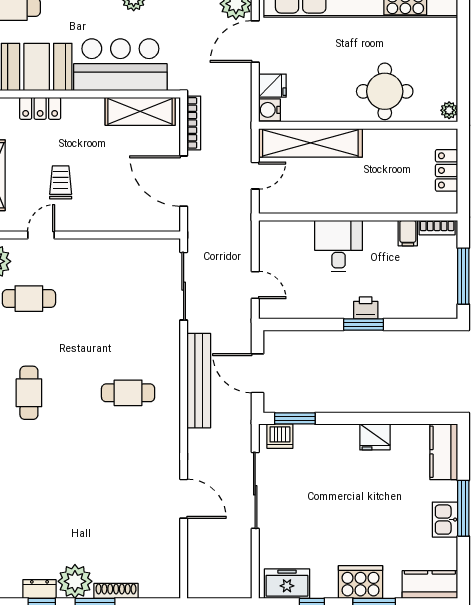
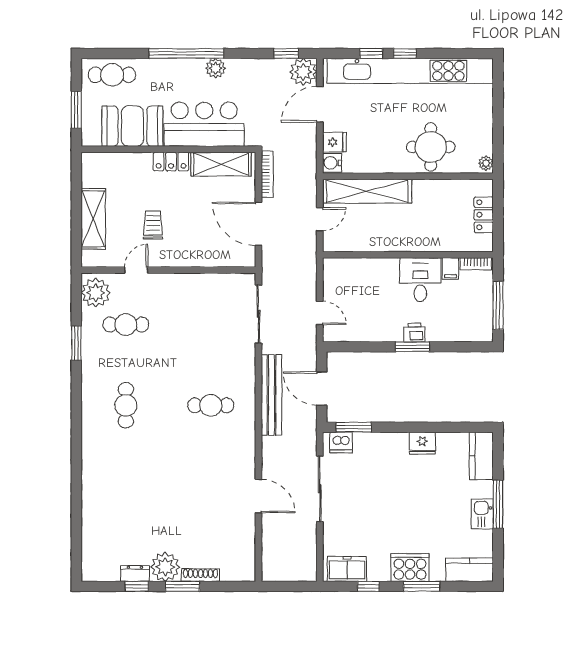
locker: (40, 108) -> (171, 162), moved
desk: (339, 246) -> (420, 280), moved

